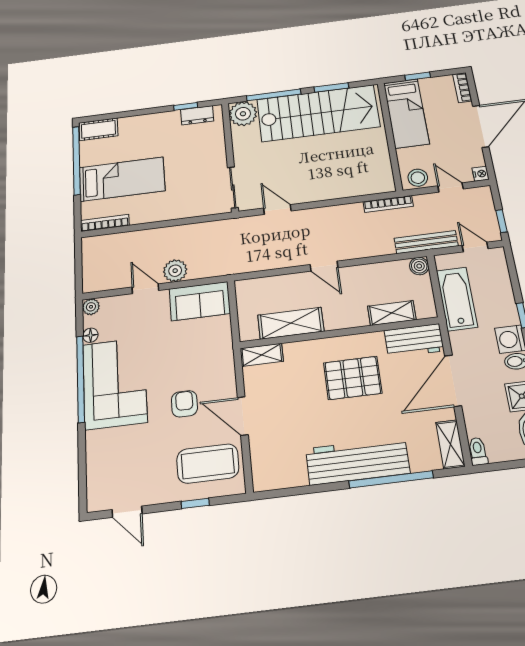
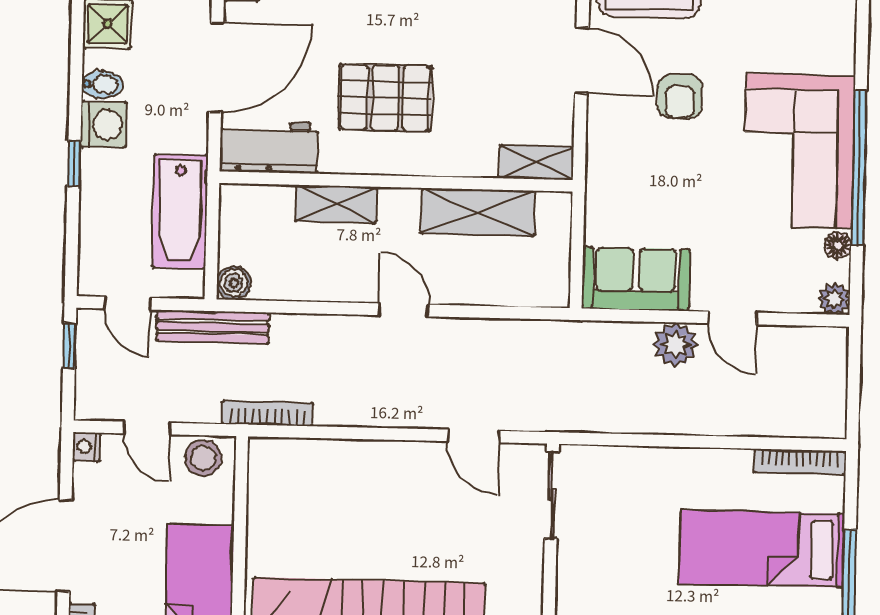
shelving: (392, 313) -> (336, 204), moved

